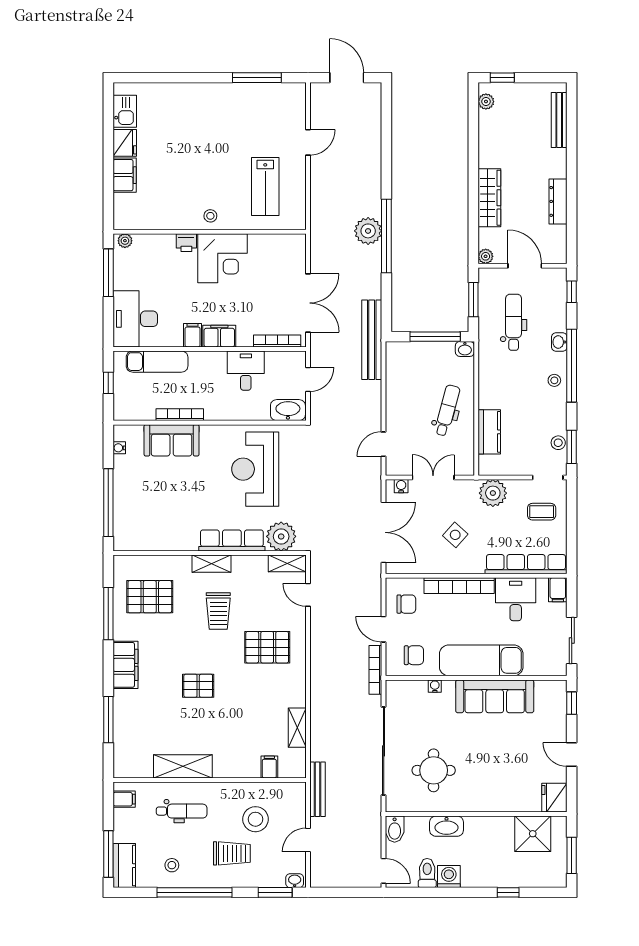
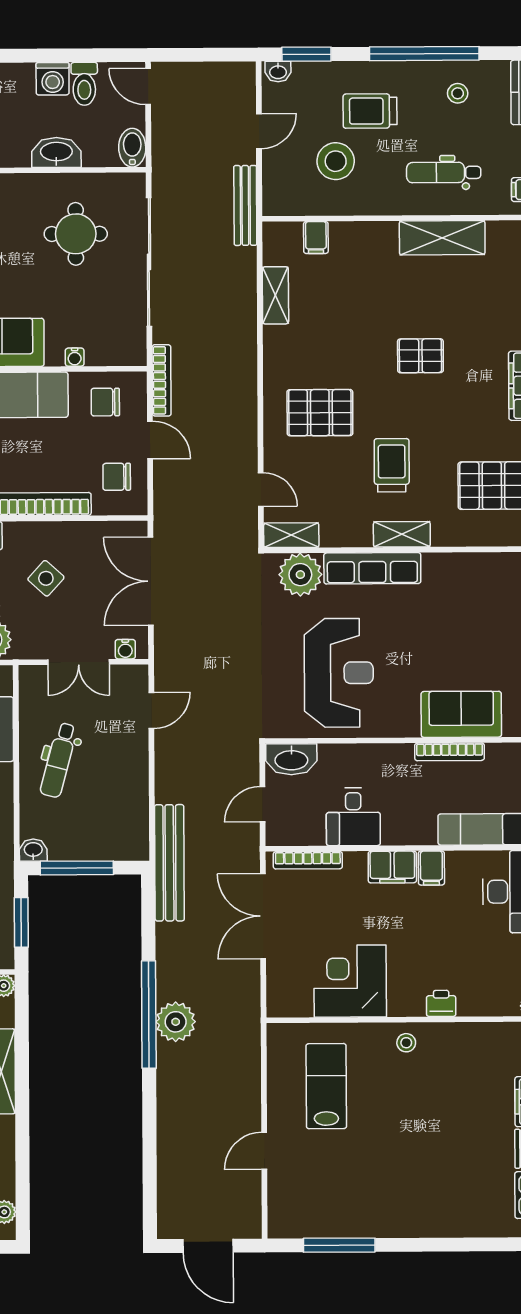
corner desk: (222, 258) -> (350, 981), moved

